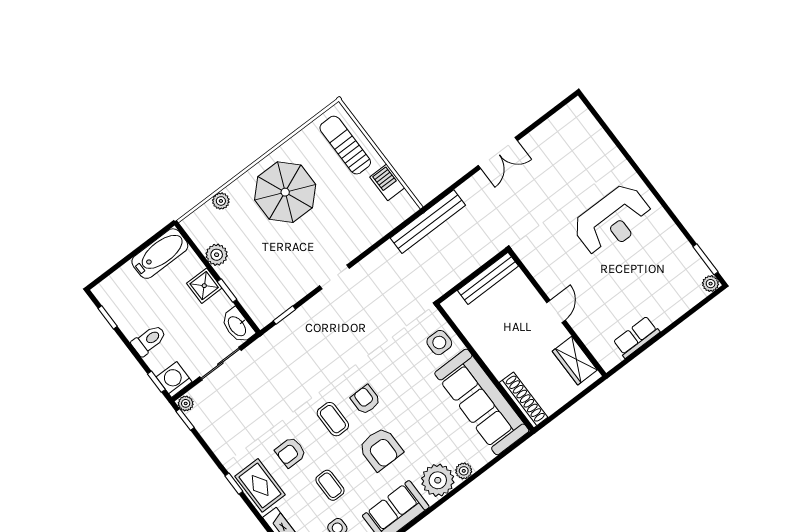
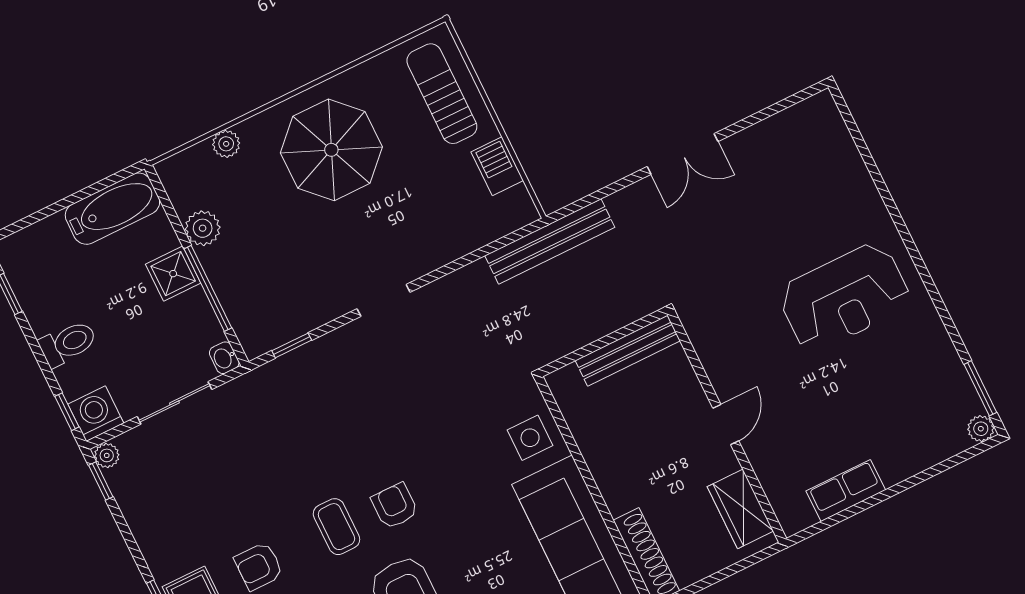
window: (227, 290) -> (208, 288), width x2.17
washbasin: (237, 326) -> (224, 358), width x0.52, depth x0.69

